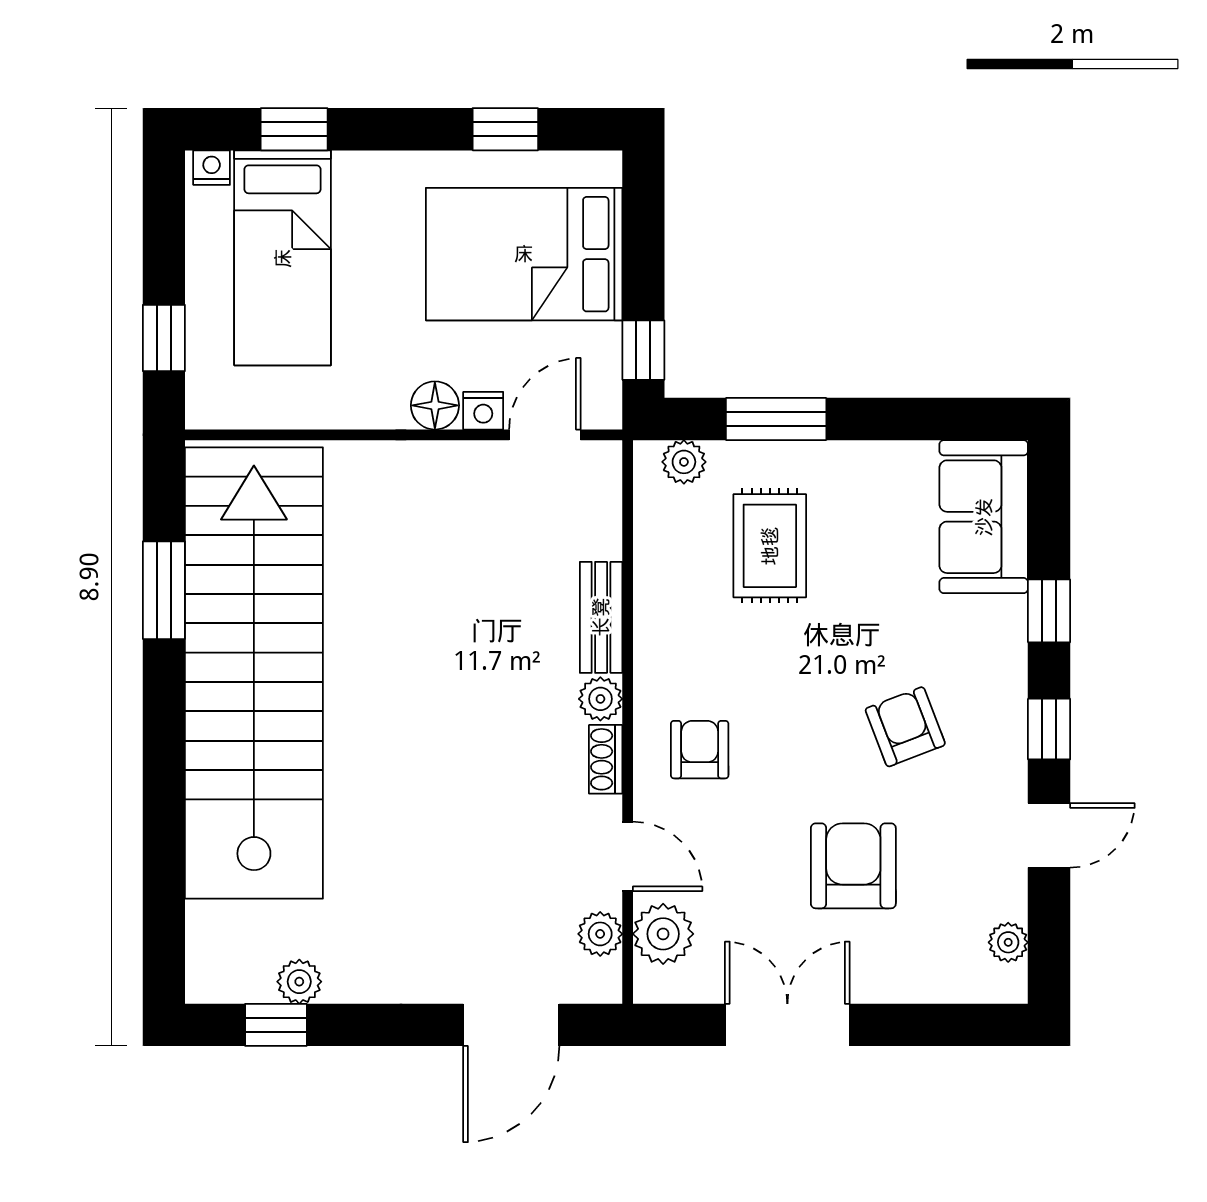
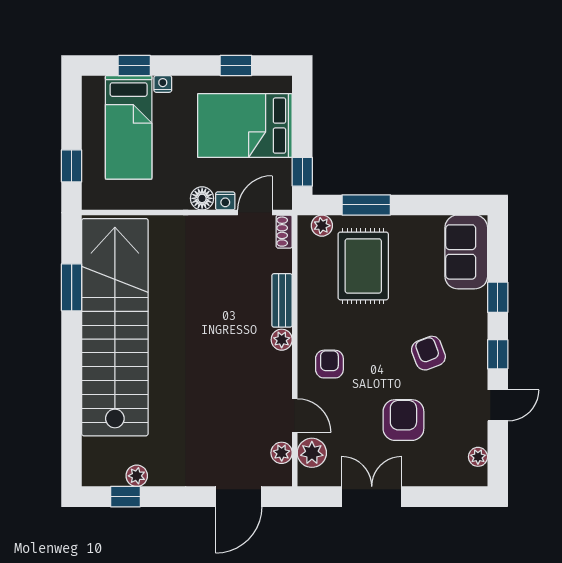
nightstand: (212, 168) -> (163, 84), moved
rug: (770, 546) -> (363, 266), width x1.36, depth x1.43
shoe rack: (606, 759) -> (284, 232), moved

